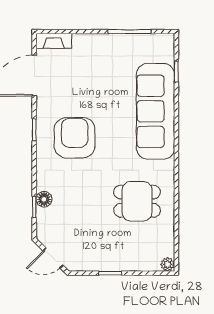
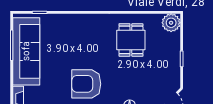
sofa: (155, 111) -> (26, 51), moved, turned -90
plant: (168, 264) -> (171, 23), width x1.88, depth x1.88

